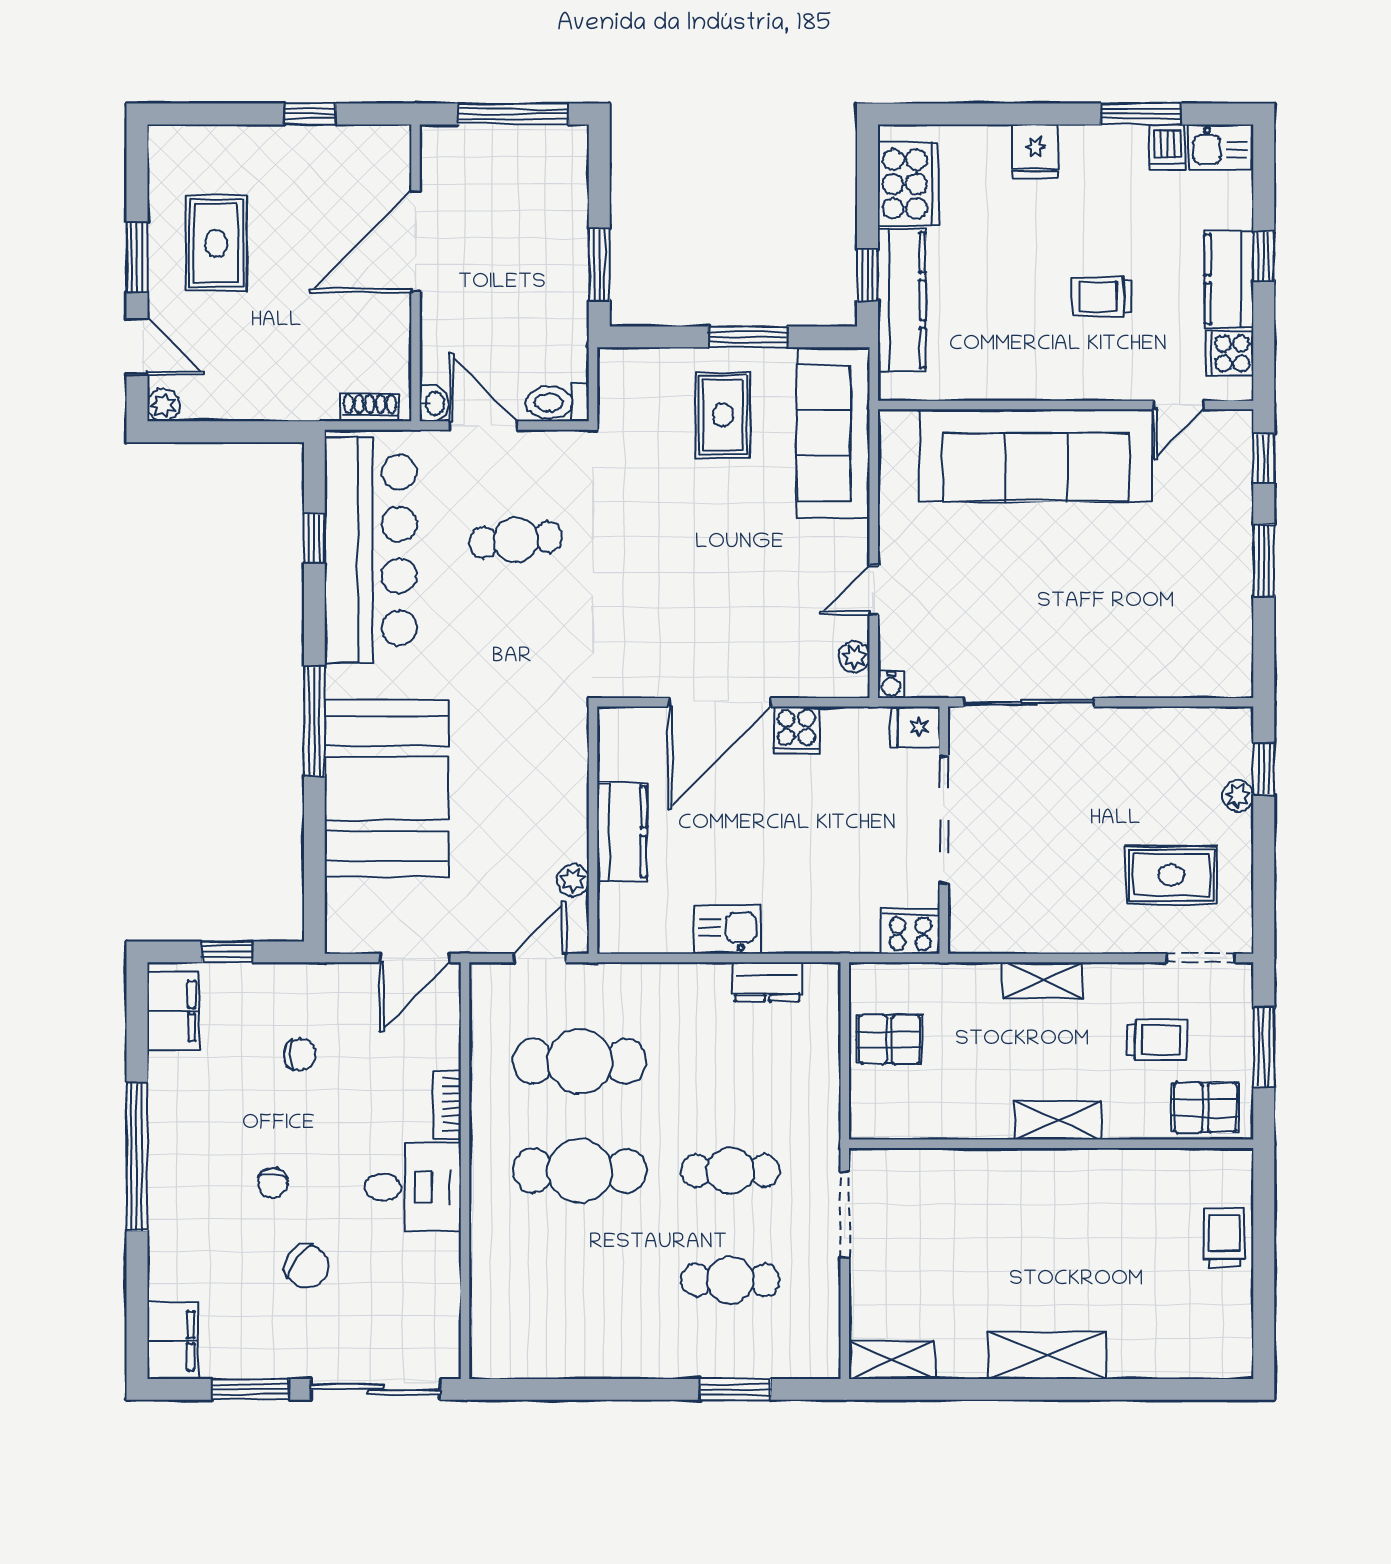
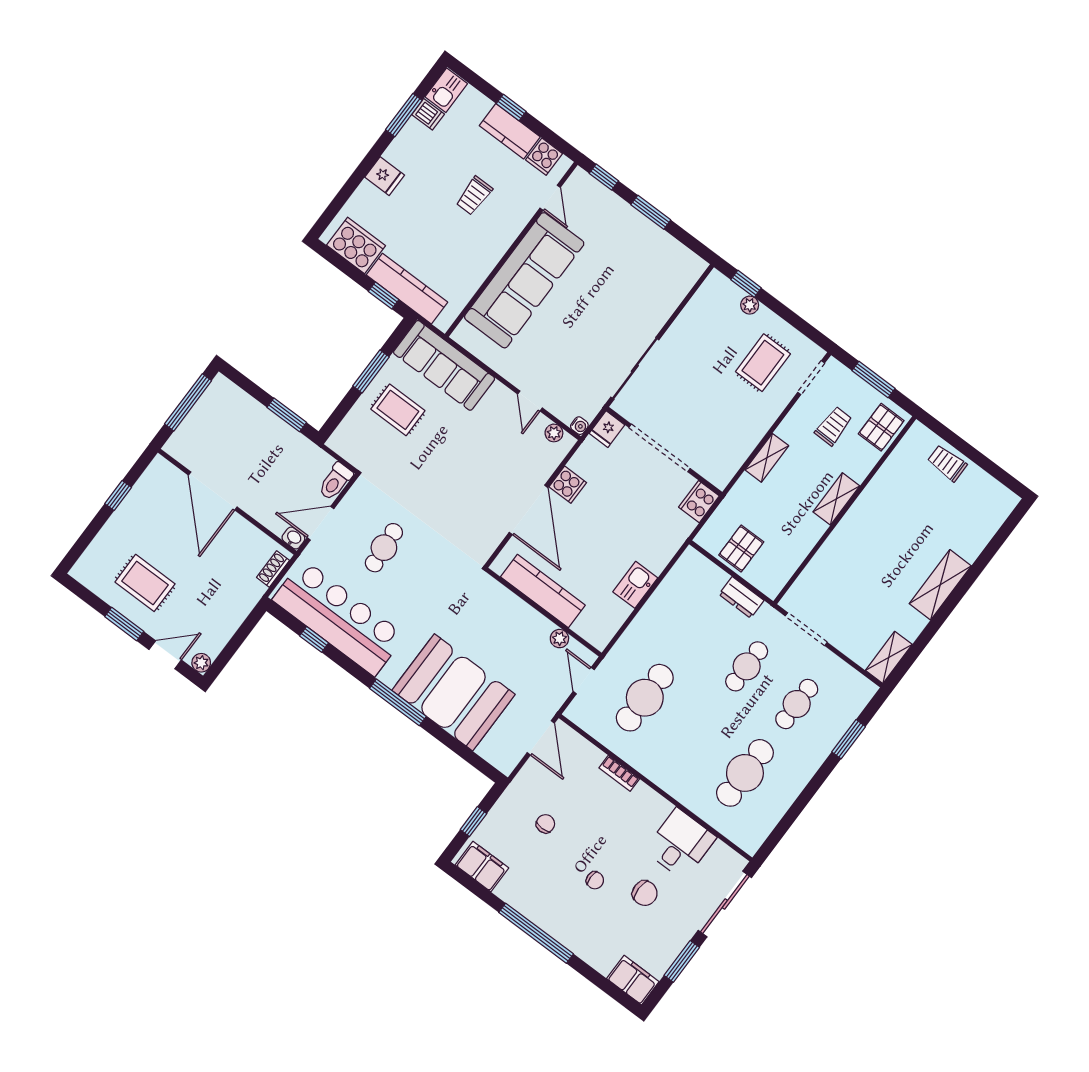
kitchen counter: (622, 832) -> (543, 591), width x1.50
dresser: (767, 982) -> (741, 597), moved, turned 90
cafe table: (580, 1171) -> (745, 773), moved
desk: (413, 1187) -> (680, 844), moved
chair: (307, 1266) -> (645, 893), turned 55

